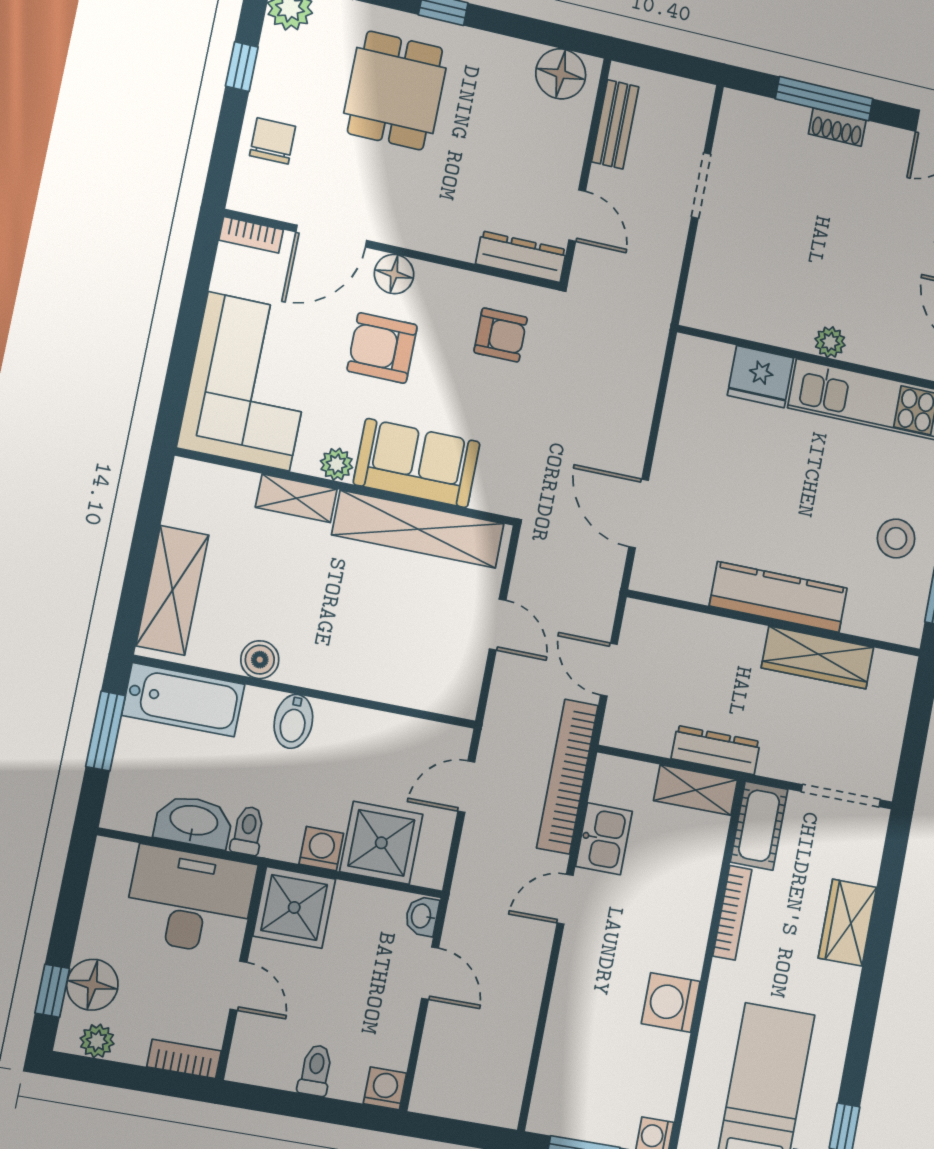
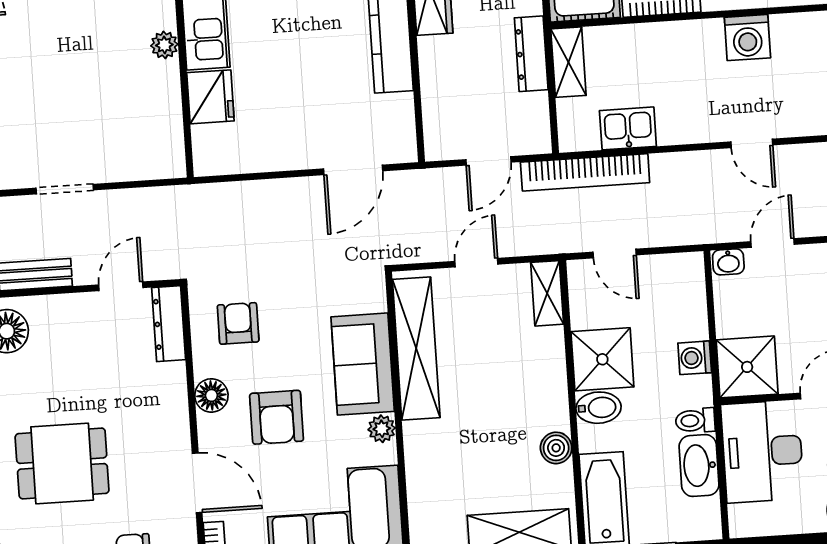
floor lamp: (394, 274) -> (211, 395), moved
shelving: (296, 498) -> (547, 293), moved
shower: (381, 843) -> (602, 359), moved
door: (565, 899) -> (752, 143), moved

